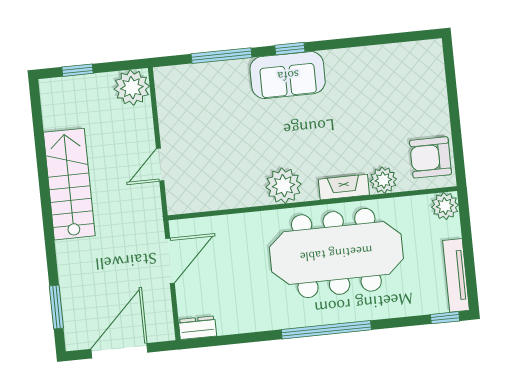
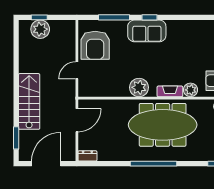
plant: (132, 88) -> (40, 29), moved
armchair: (191, 113) -> (95, 45), added
stairs: (69, 184) -> (29, 101), moved

